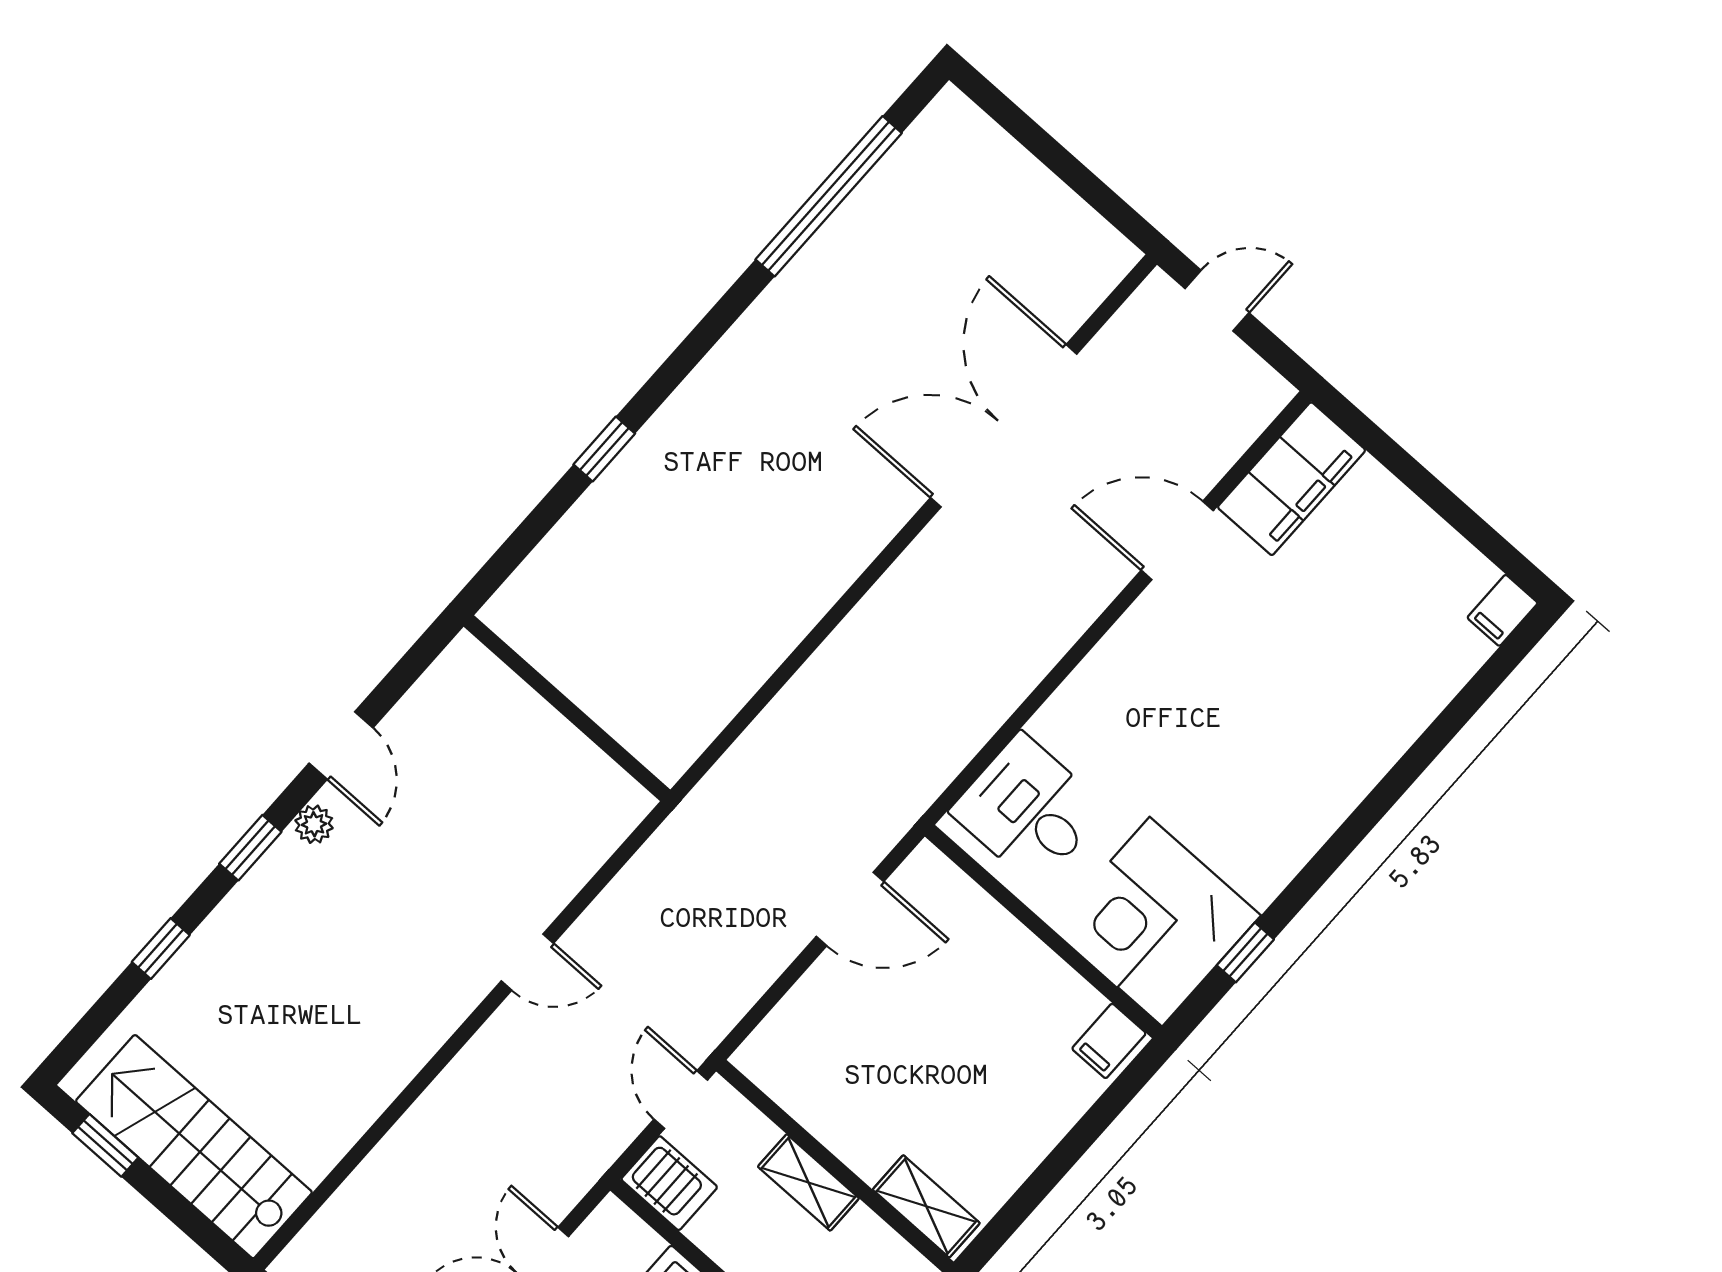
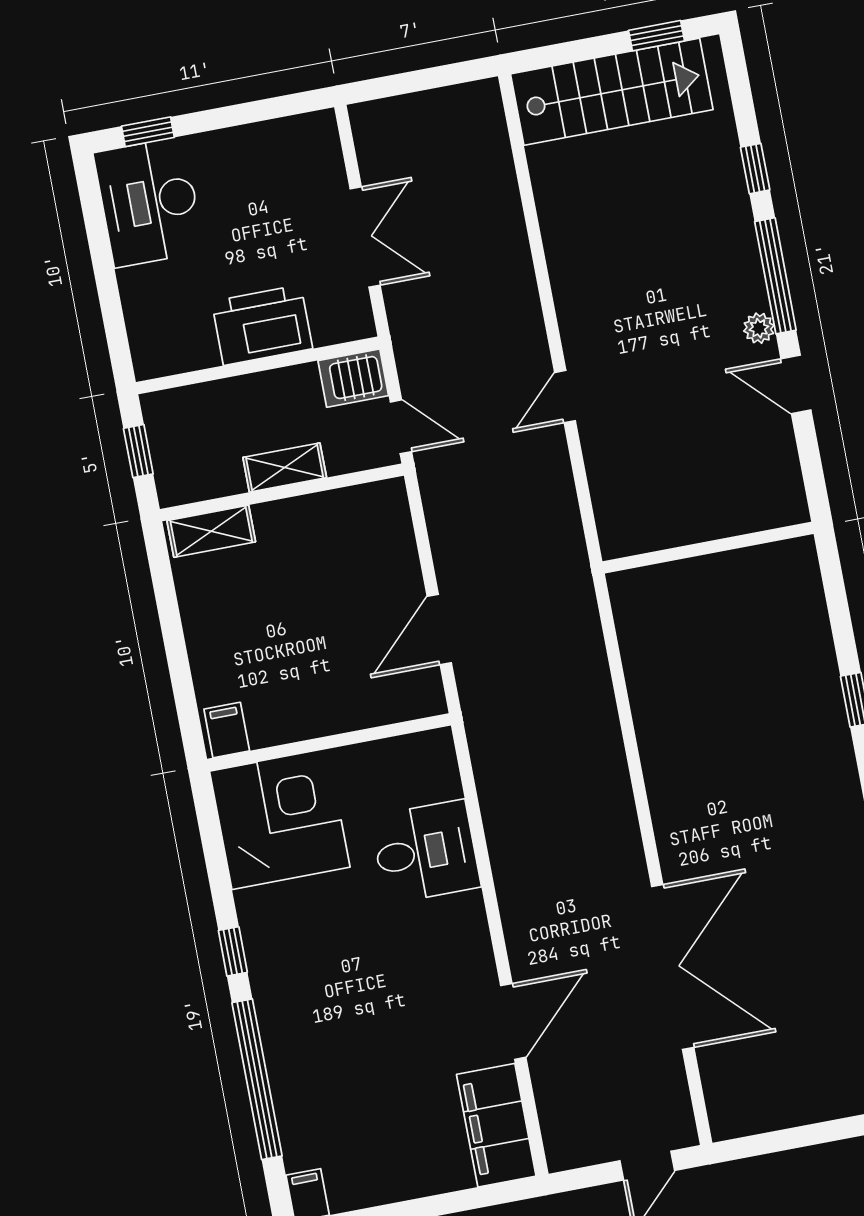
window: (1427, 747) -> (257, 1079), added
desk: (1028, 810) -> (426, 852), moved
window: (250, 848) -> (775, 276), width x2.17
window: (1245, 952) -> (233, 951), moved

